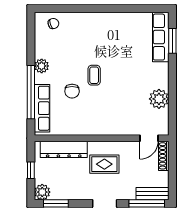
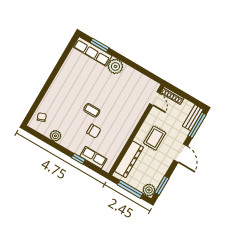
plant: (42, 66) -> (55, 136), moved
window: (31, 92) -> (78, 159), width x0.32
plant: (159, 99) -> (115, 66), moved
row of seats: (42, 108) -> (93, 158), width x0.68
window: (31, 170) -> (130, 189), width x2.17

